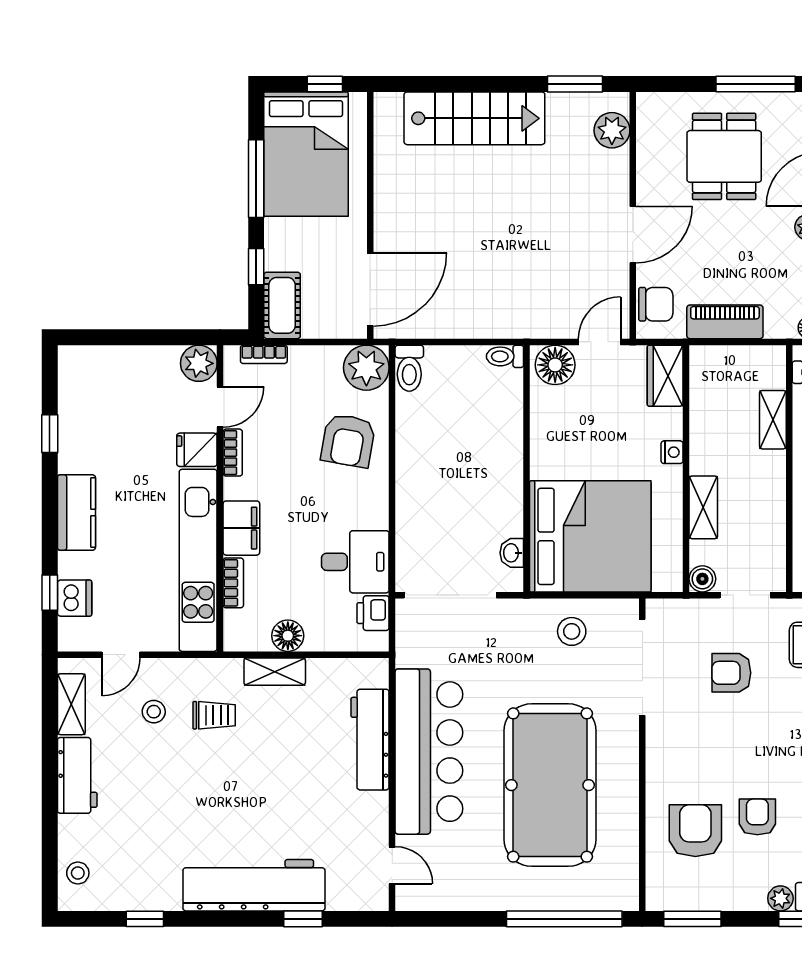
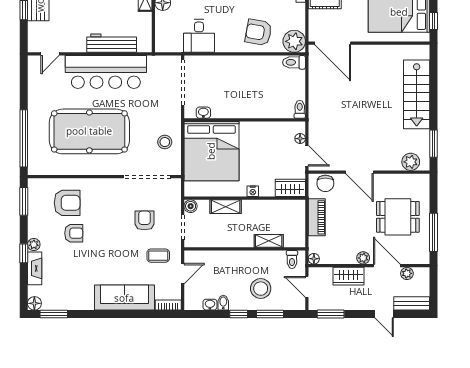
floor lamp: (555, 365) -> (300, 139), width x0.53, depth x0.53
printer: (373, 613) -> (174, 45), removed

